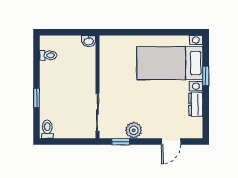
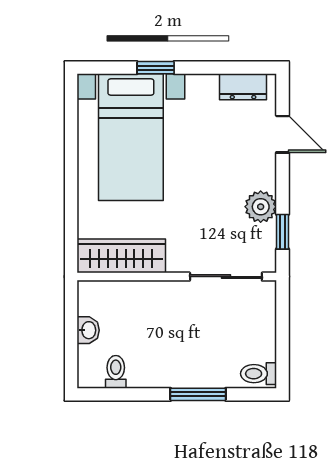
washbasin: (89, 41) -> (88, 330), moved
wardrobe: (108, 58) -> (121, 256), added
window: (36, 98) -> (198, 394), width x1.50
dresser: (196, 104) -> (243, 87), moved

